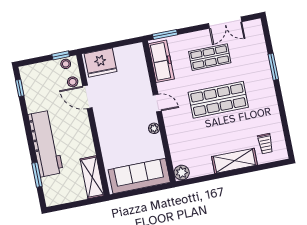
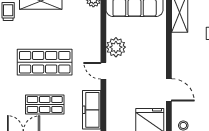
stool: (73, 82) -> (180, 107), removed
plant: (154, 128) -> (116, 47), width x1.88, depth x1.88

